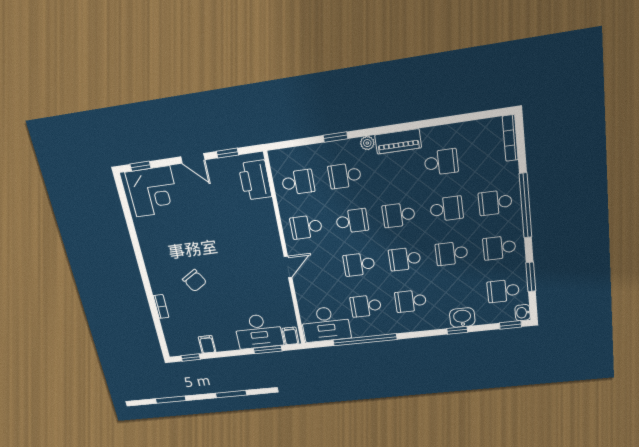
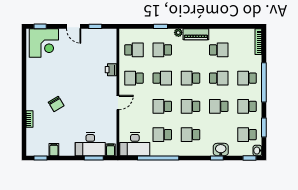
printer: (255, 180) -> (111, 70), moved, width x0.53, depth x0.68

